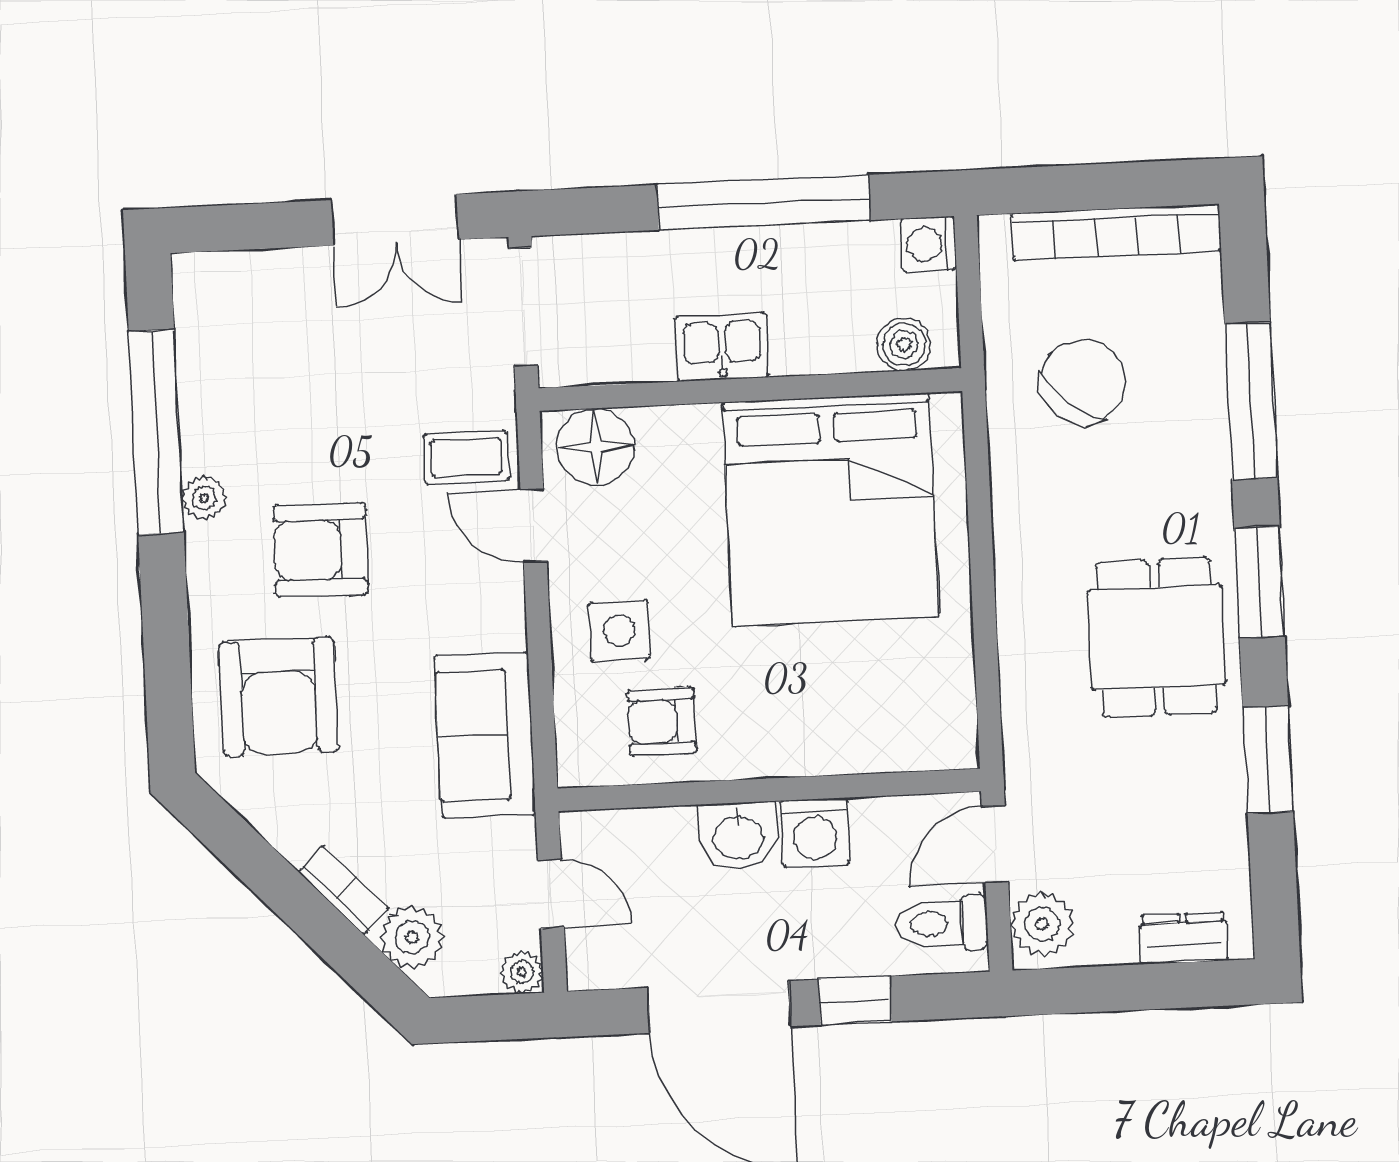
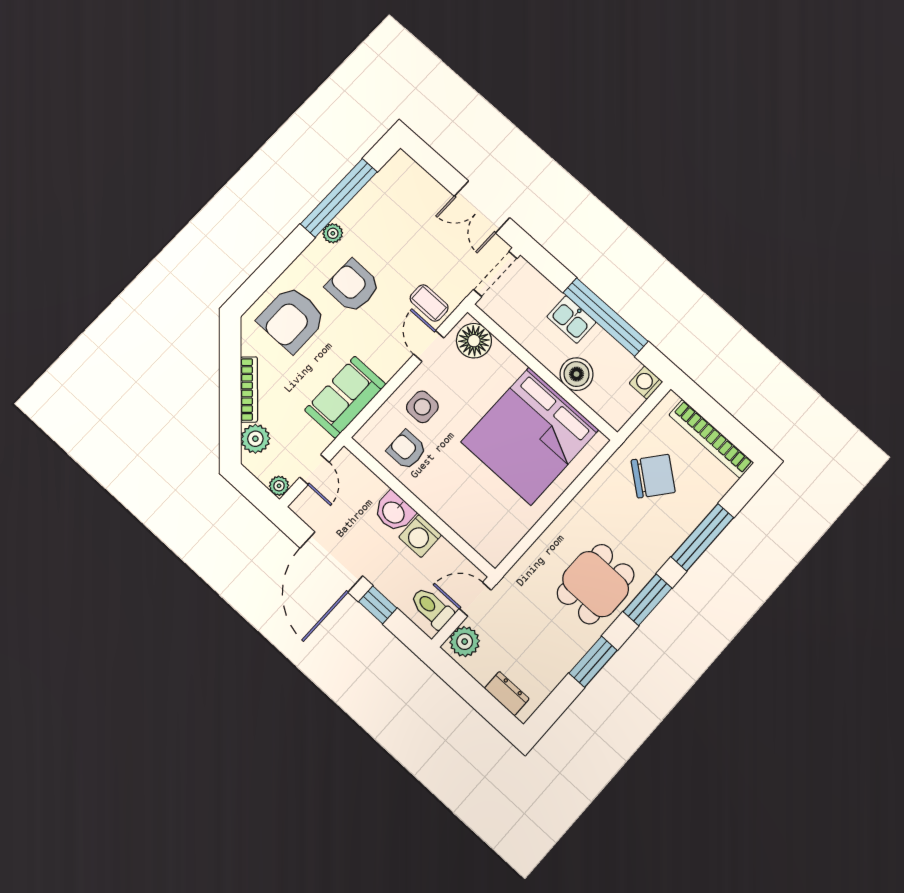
boiler: (904, 344) -> (577, 374), moved, width x1.36, depth x1.36
kitchen sink: (722, 347) -> (571, 319), moved, turned 180
bookcase: (343, 890) -> (249, 389), width x1.56

